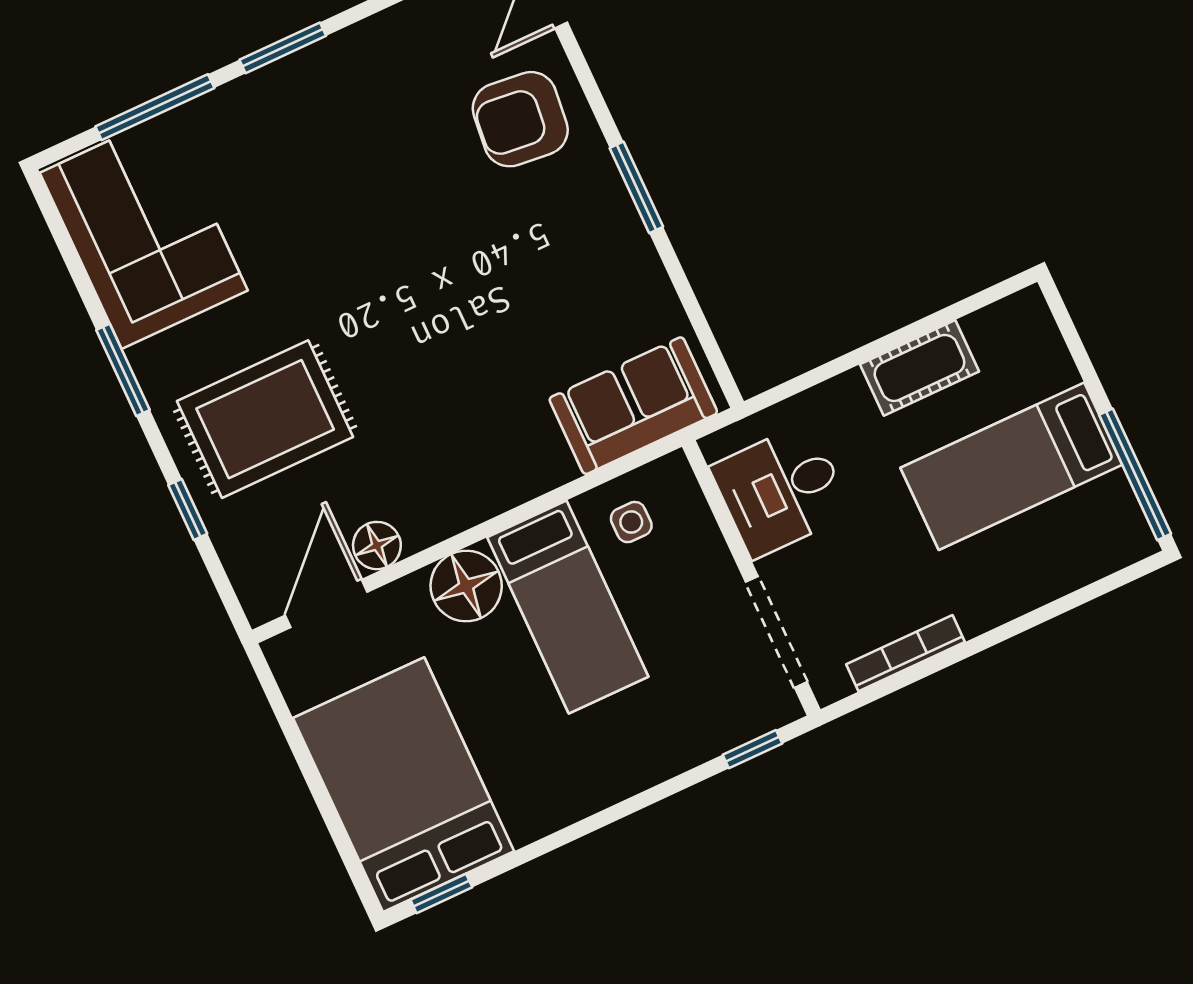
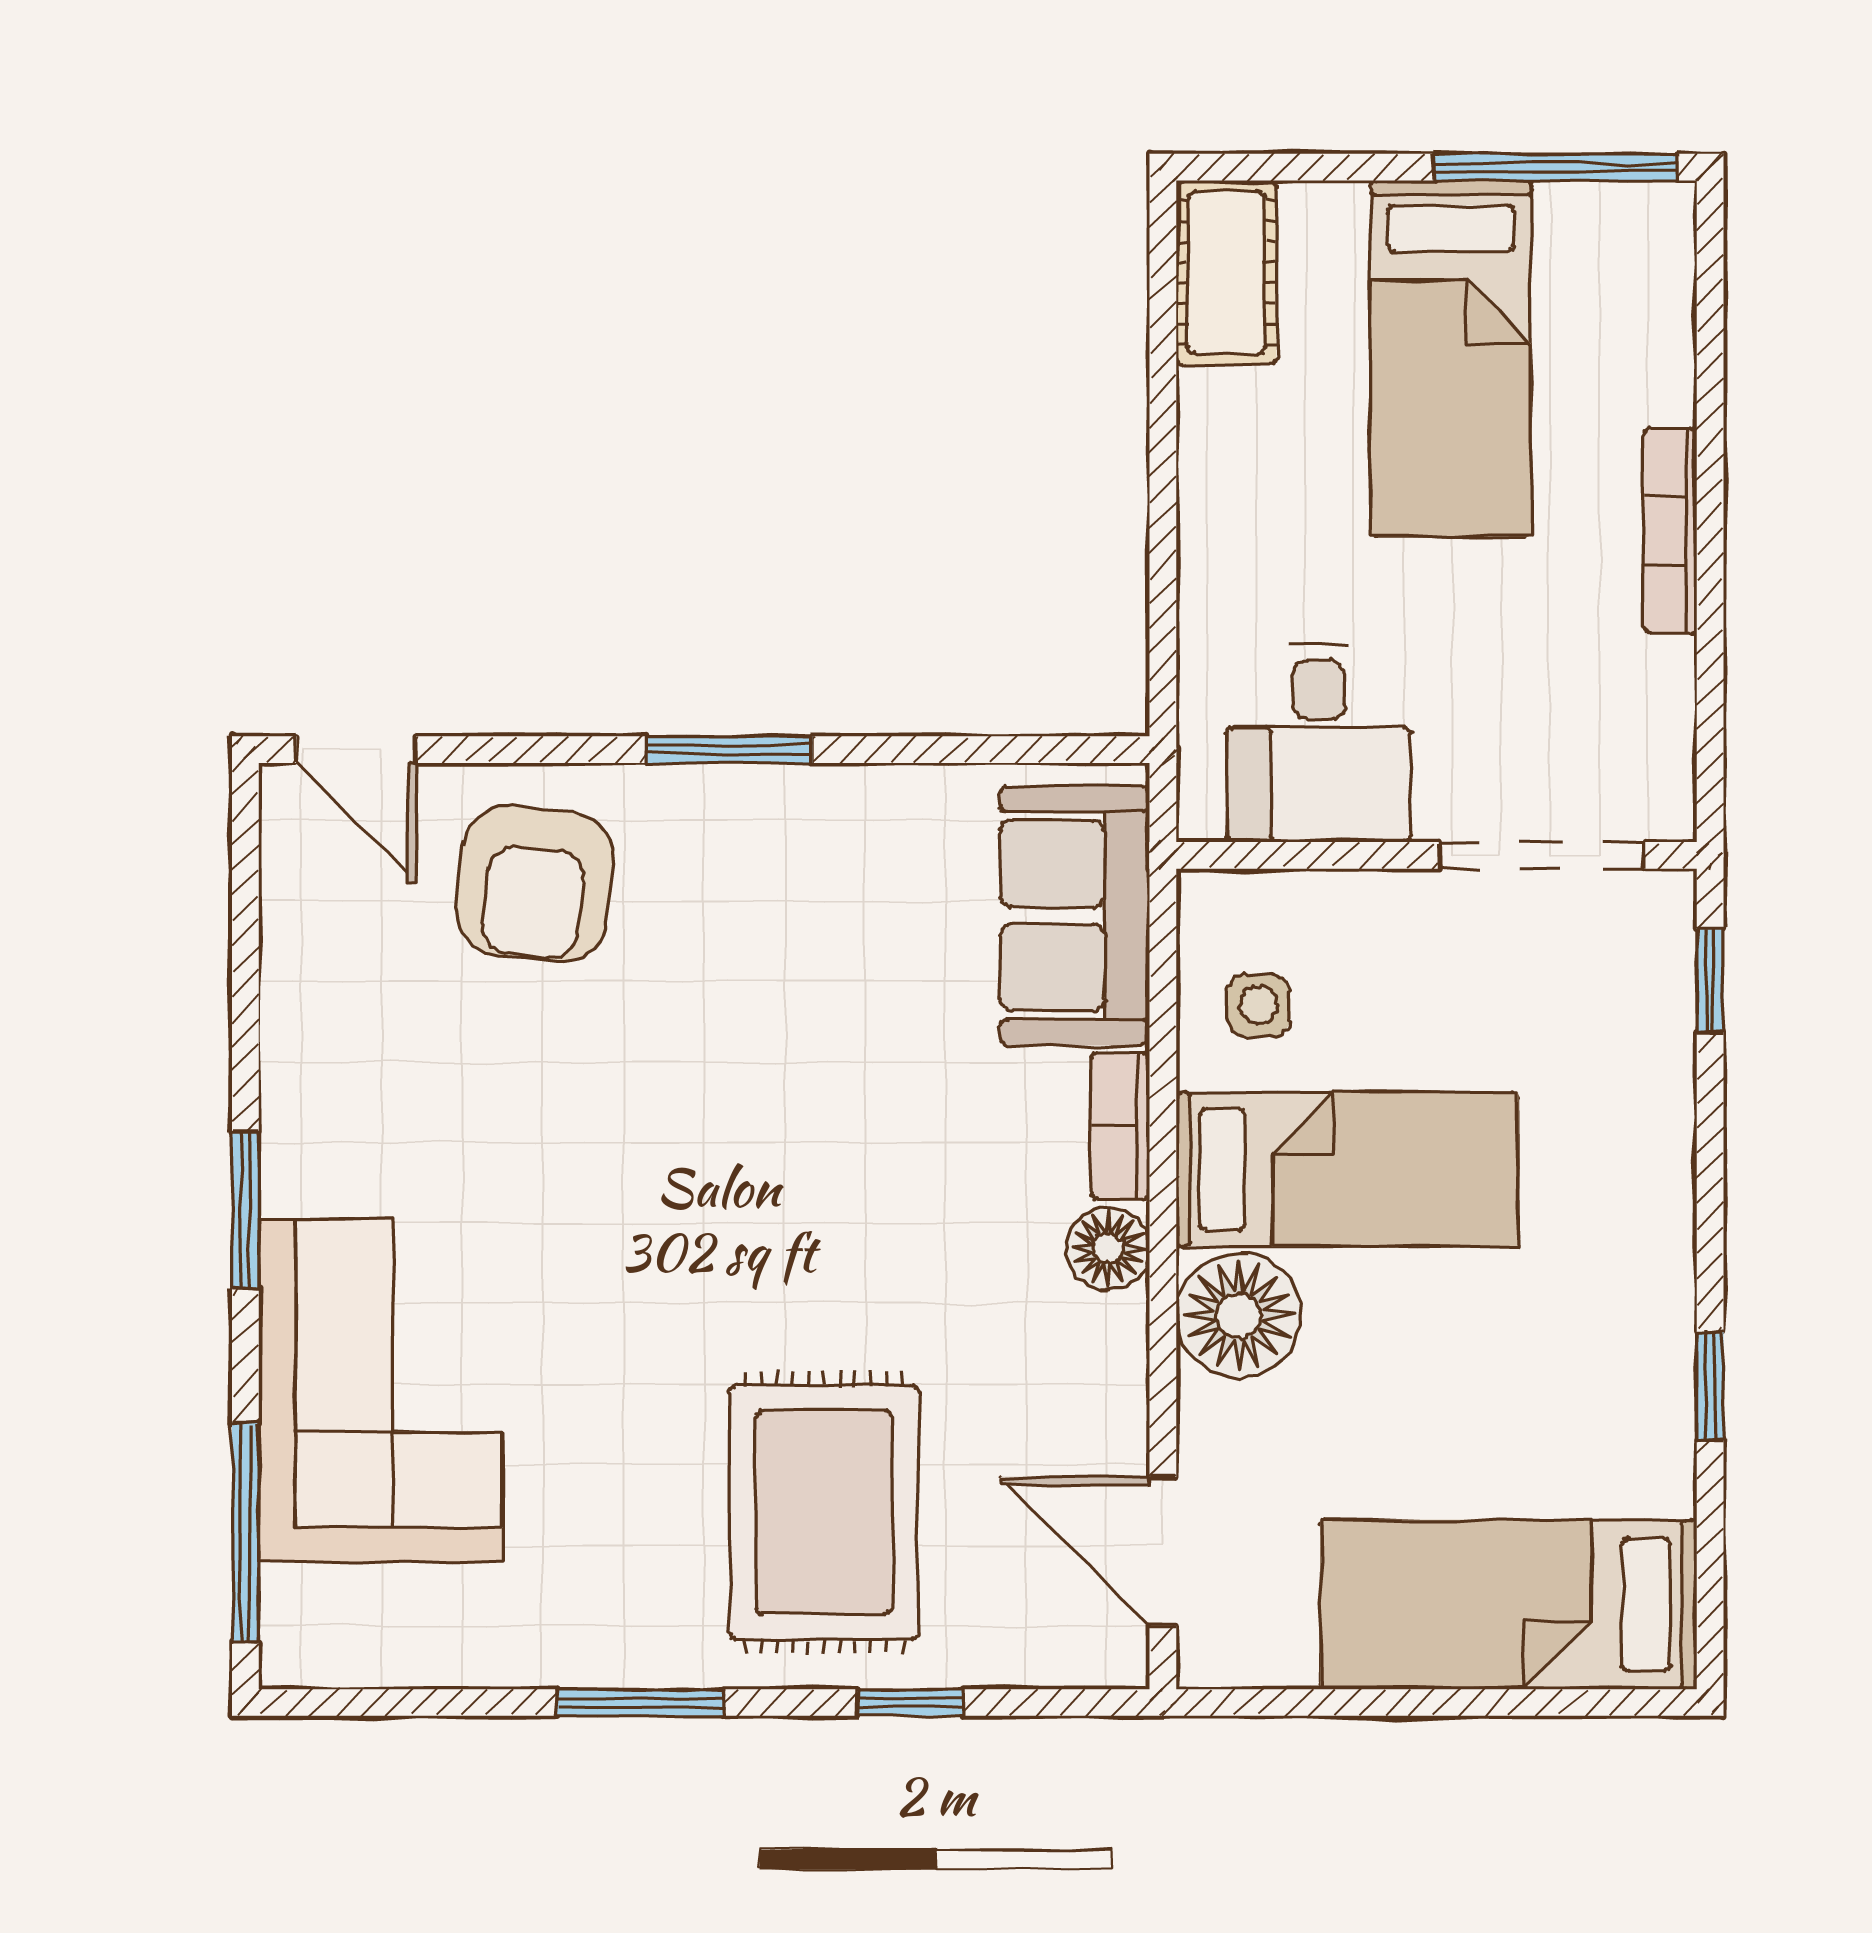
window: (155, 107) -> (245, 1533), moved
corner sofa: (144, 232) -> (381, 1391), moved, turned 90
cot: (919, 368) -> (1226, 273), moved
bookcase: (536, 480) -> (1120, 1126), added
floor lamp: (377, 546) -> (1108, 1248), moved
bookcase: (906, 653) -> (1670, 531), moved
bed: (404, 785) -> (1509, 1605), width x0.67
window: (441, 894) -> (1710, 1386), moved

